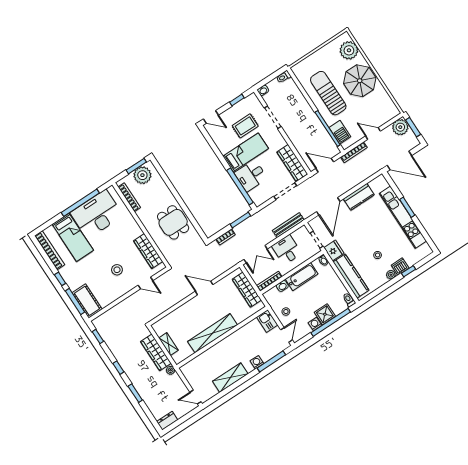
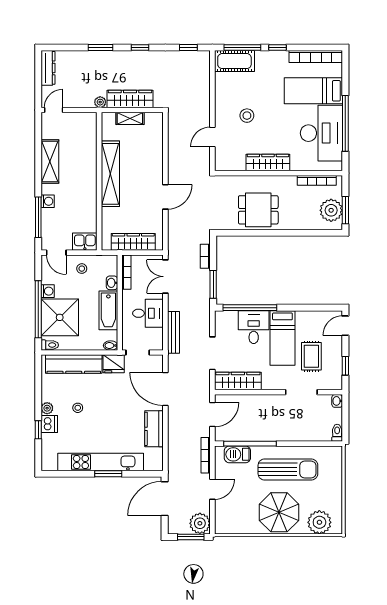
wardrobe: (148, 251) -> (268, 163), moved
shower: (325, 314) -> (60, 317), width x1.86, depth x1.86
dresser: (167, 421) -> (48, 68), width x1.44

